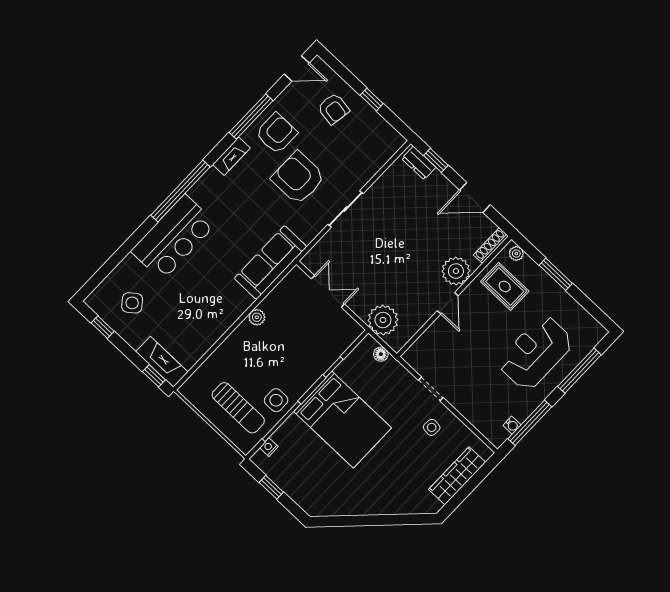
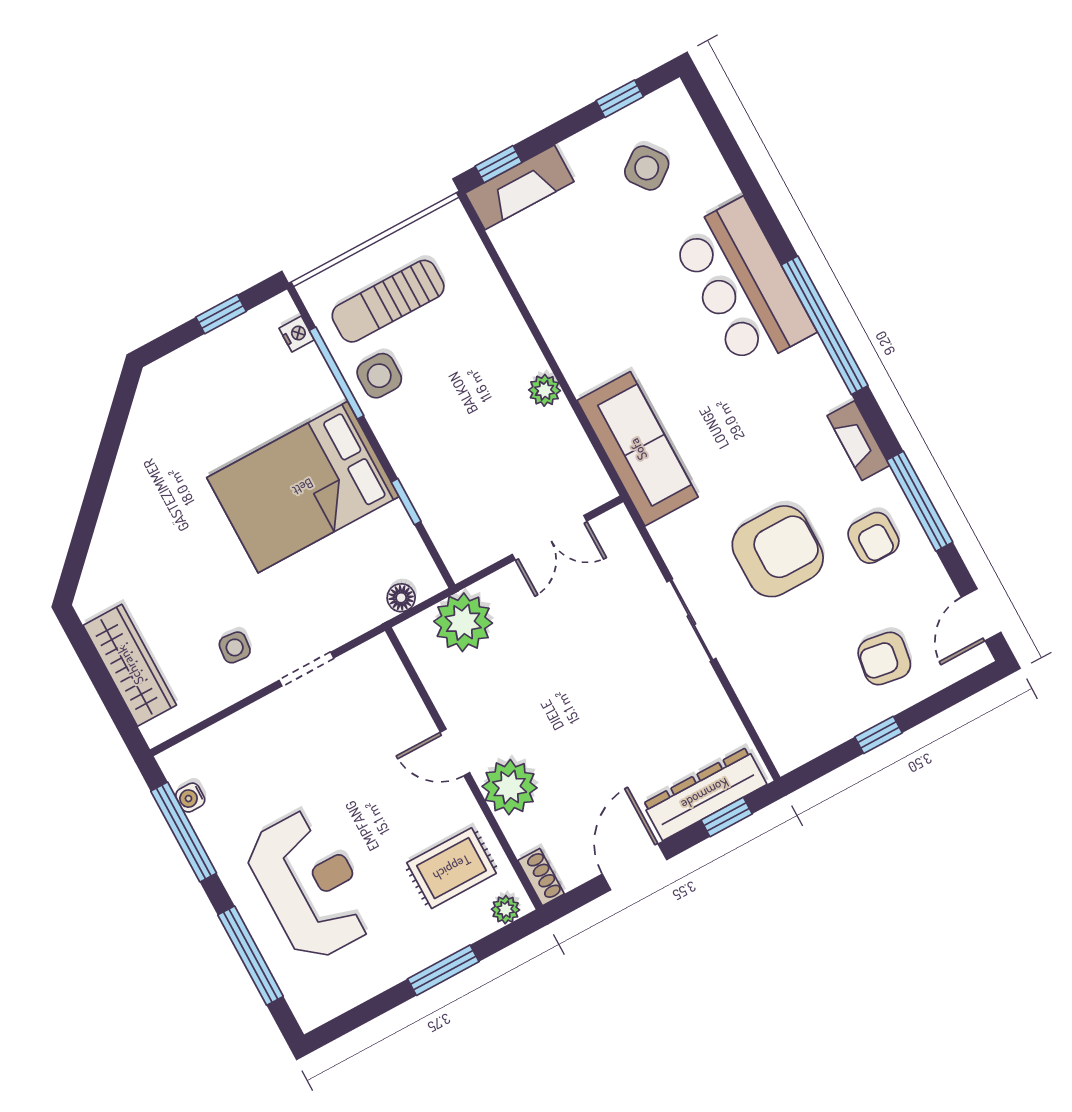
armchair: (276, 133) -> (873, 538), width x0.72, depth x0.72
dresser: (419, 163) -> (705, 794), width x1.96, depth x1.24
shoe rack: (491, 245) -> (541, 877), width x0.70

